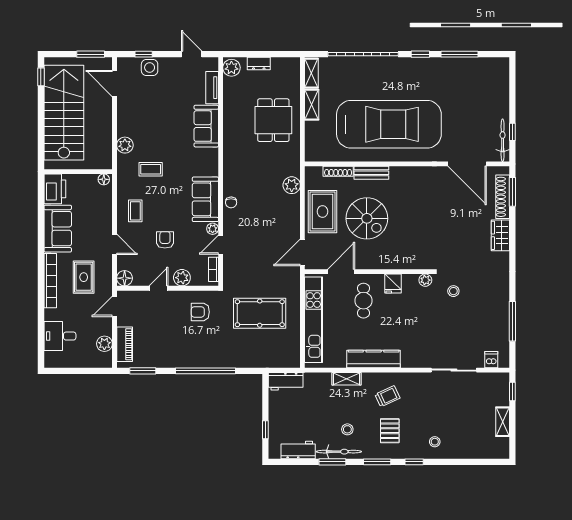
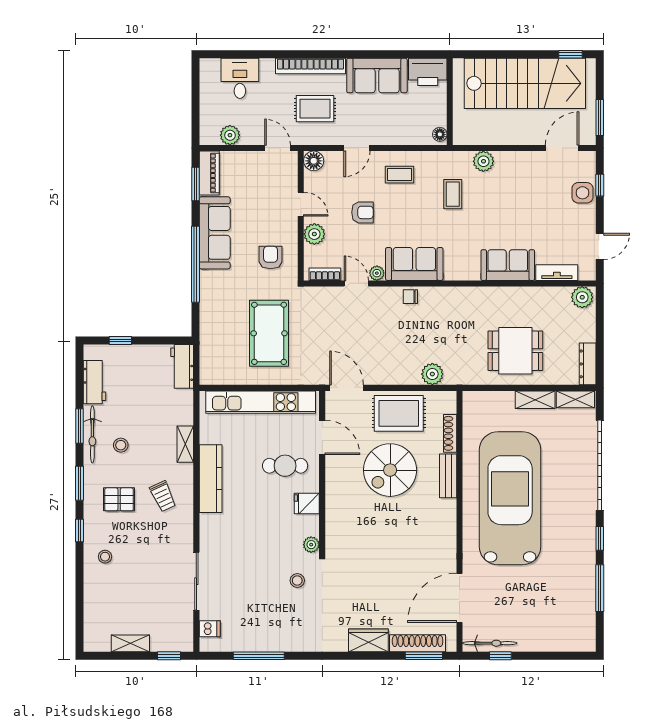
dresser: (259, 64) -> (588, 364), moved, width x1.44
car: (389, 124) -> (510, 498), turned 180
piano: (125, 344) -> (209, 173), moved, turned -90
sofa: (181, 356) -> (215, 233), added

